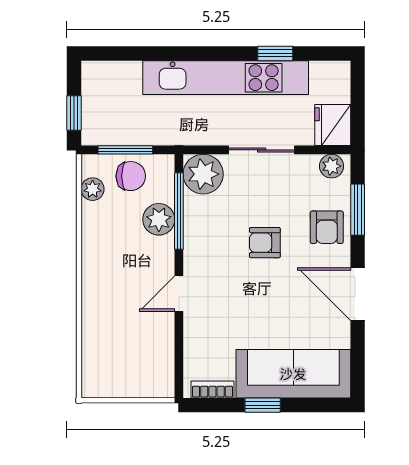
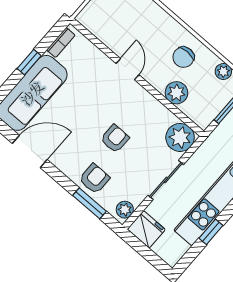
chair: (131, 176) -> (183, 57), moved
window: (179, 211) -> (172, 107), removed
armchair: (327, 227) -> (94, 179), turned 90
door: (358, 294) -> (30, 152), moved

